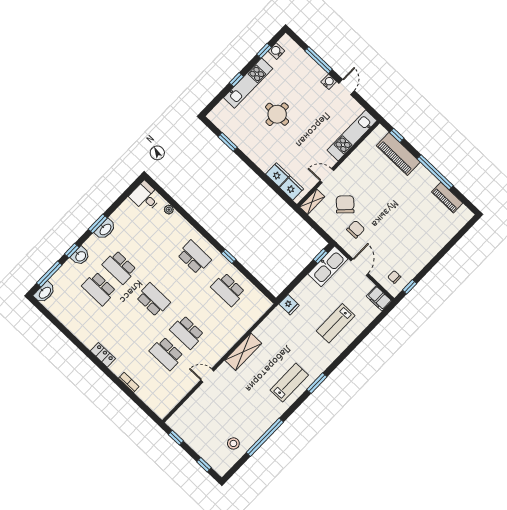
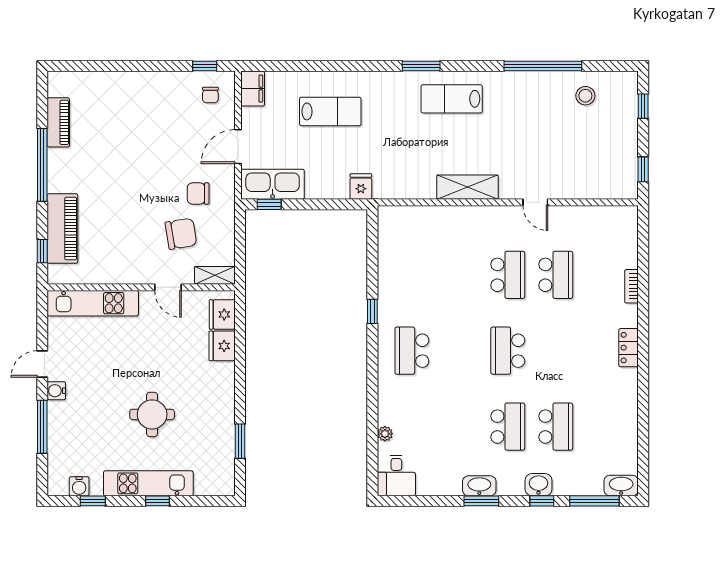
chair: (345, 204) -> (181, 234), turned -144
school desk: (228, 290) -> (412, 275), removed

